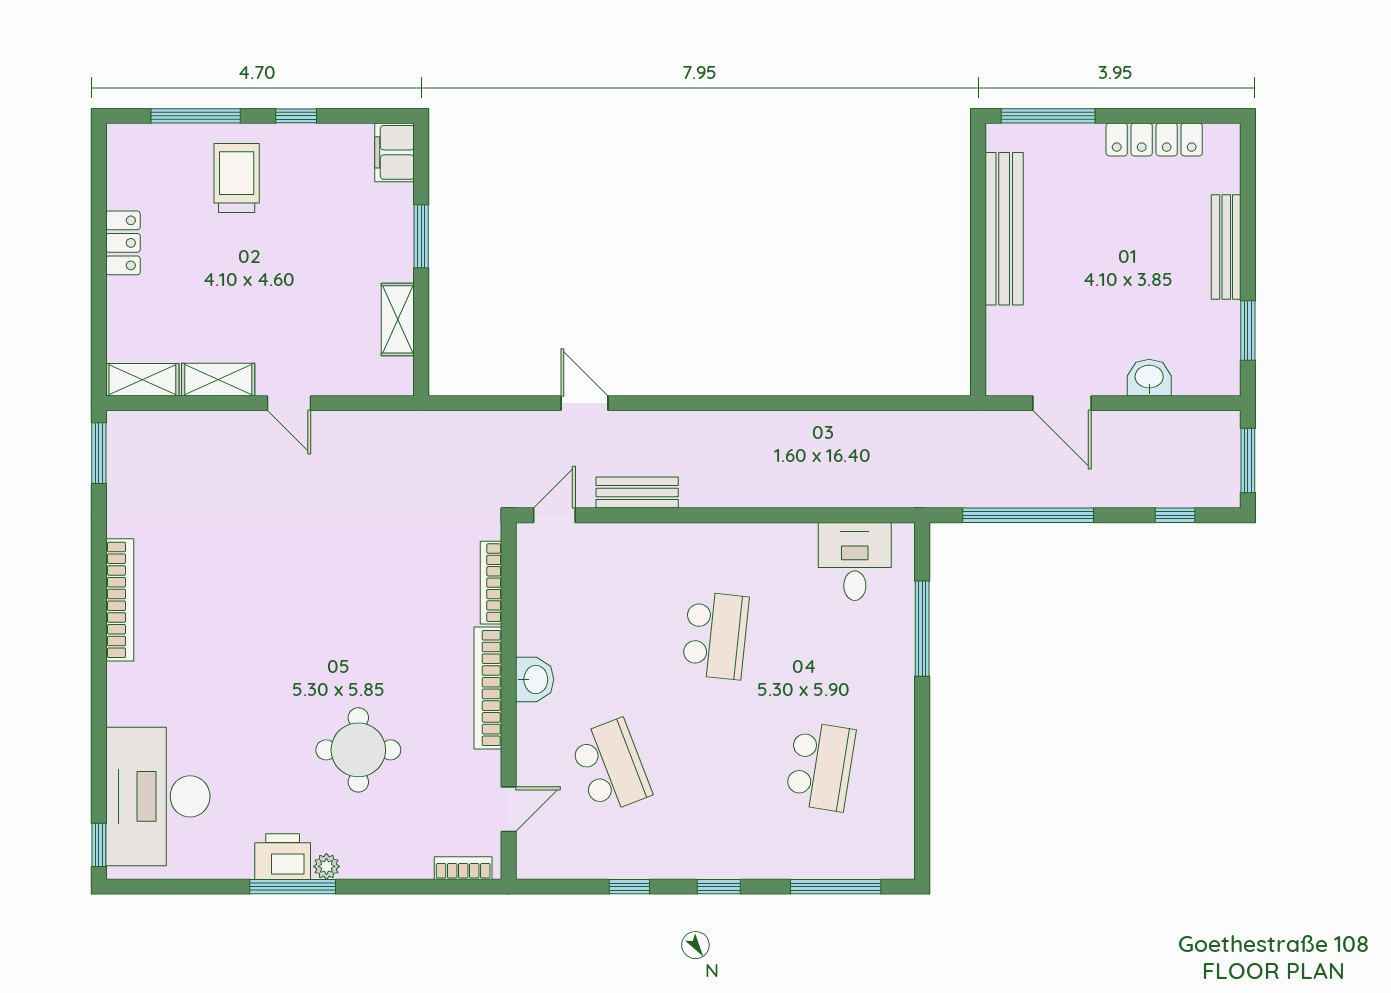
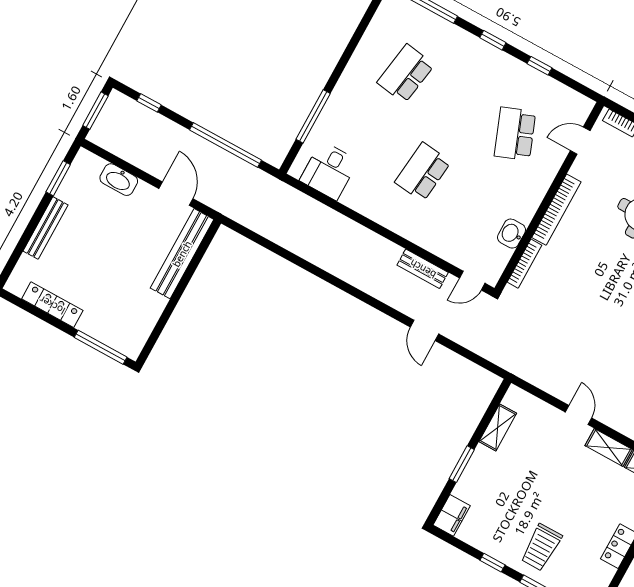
bench: (1004, 229) -> (182, 254), moved
washbasin: (1149, 378) -> (119, 180), width x1.38
washbasin: (535, 680) -> (512, 234), moved

